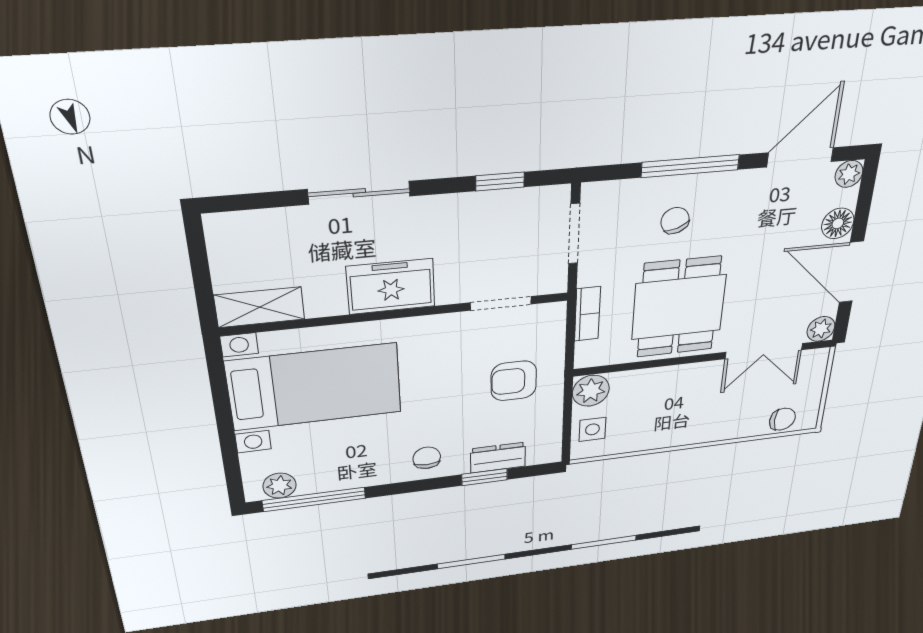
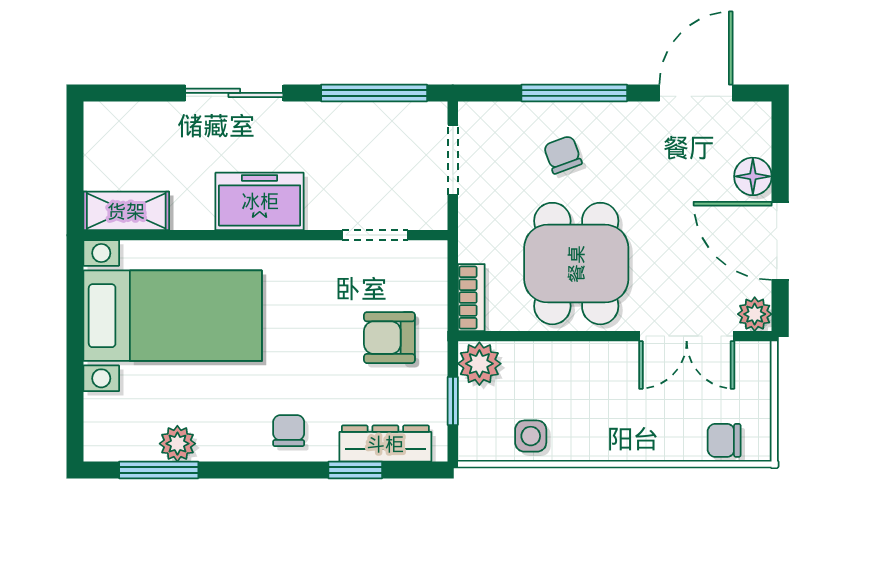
plant: (849, 174) -> (756, 117), removed
window: (500, 181) -> (374, 93), width x2.17
bookcase: (587, 314) -> (471, 298), moved
chair: (782, 419) -> (724, 440), turned 180
window: (567, 420) -> (453, 401), added
side table: (592, 429) -> (531, 436), moved
dresser: (498, 458) -> (385, 444), width x1.44
plant: (280, 486) -> (177, 444), moved
window: (314, 499) -> (159, 470), width x0.69

